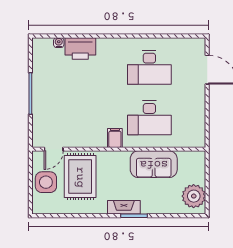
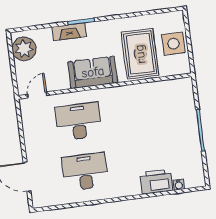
filing cabinet: (115, 138) -> (110, 97), removed
door: (54, 149) -> (37, 95), moved
sofa: (154, 164) -> (93, 72), moved
fireplace: (124, 207) -> (69, 32), moved

